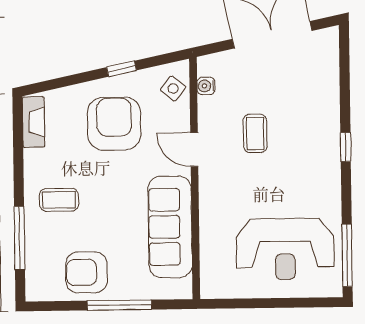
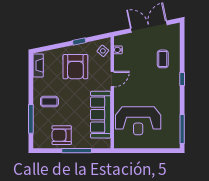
armchair: (114, 124) -> (75, 67), turned 180
coffee table: (255, 133) -> (163, 59), moved
door: (194, 150) -> (112, 79), swing flipped
reception desk: (285, 249) -> (138, 121), moved

